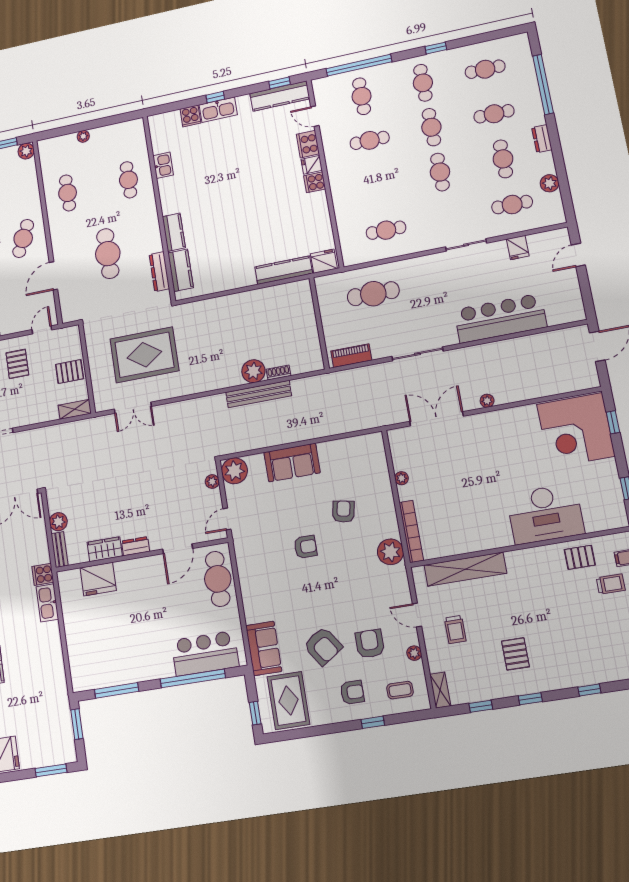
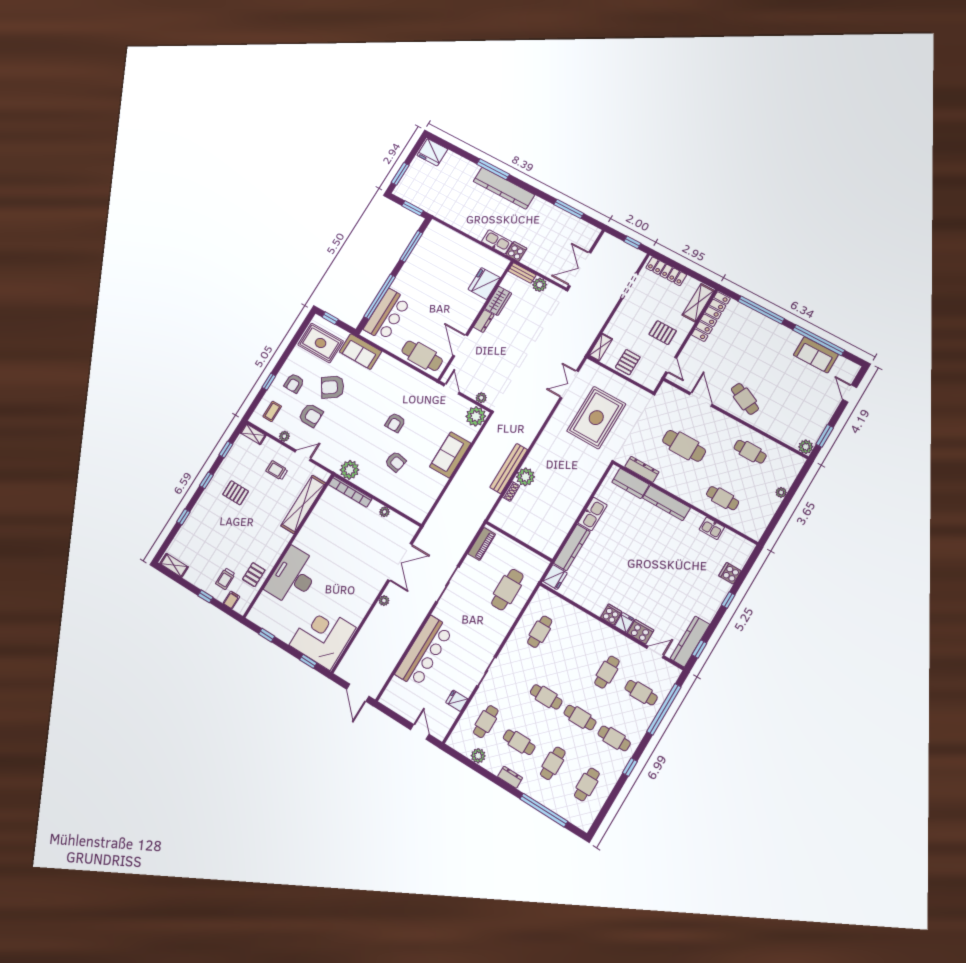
kitchen sink: (218, 110) -> (593, 514), moved, turned 180
kitchen counter: (174, 232) -> (666, 503), width x1.50

